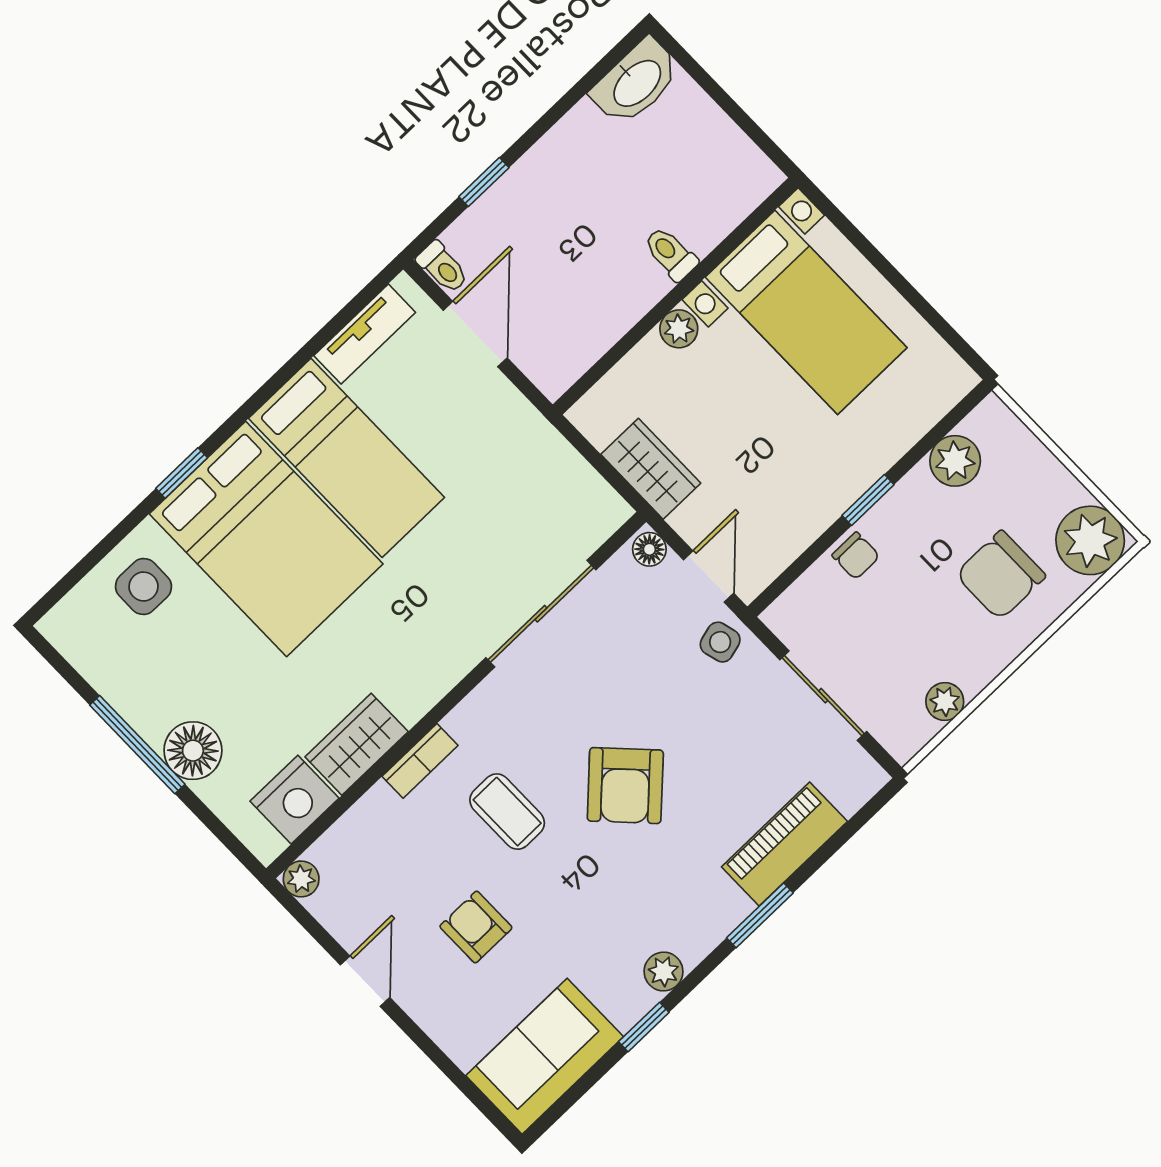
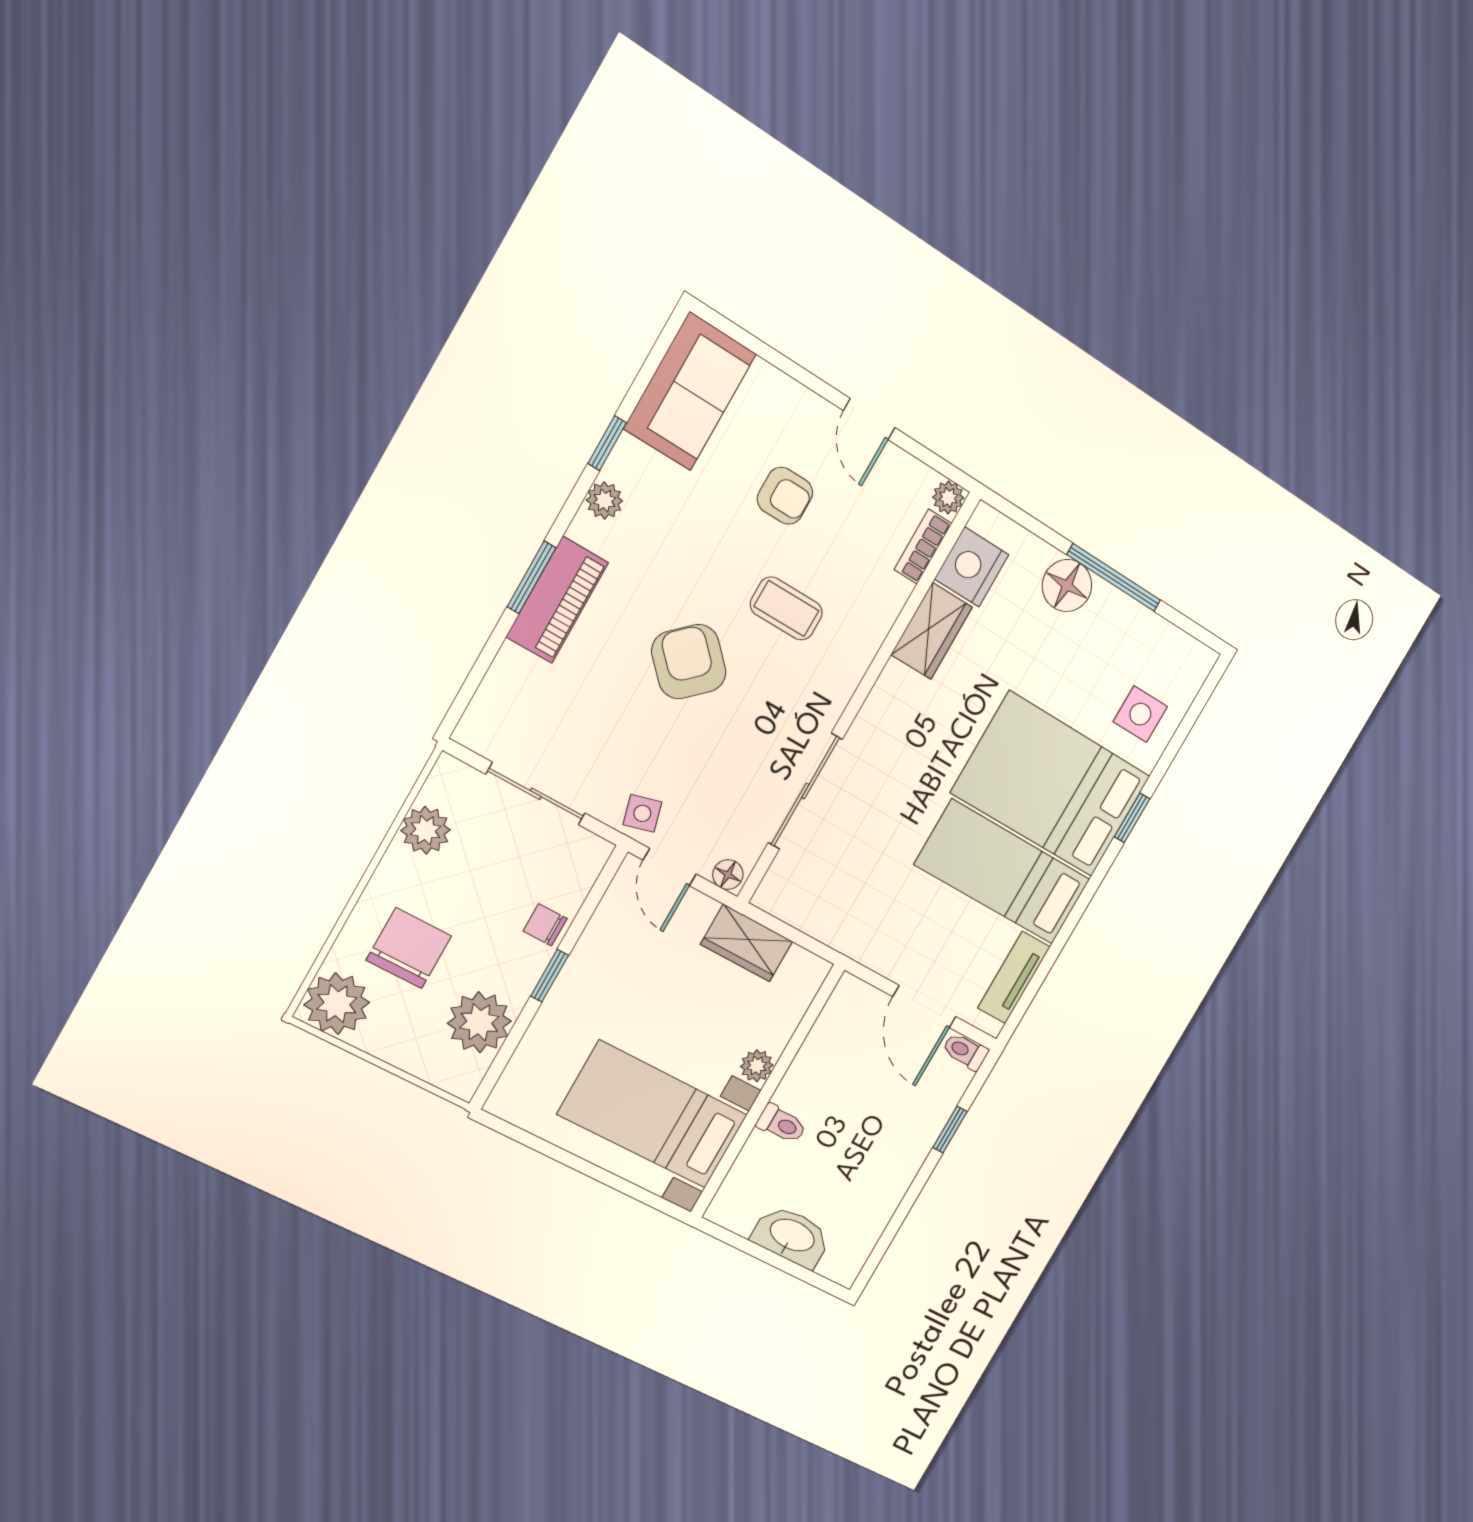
washbasin: (636, 82) -> (792, 1236), moved, turned 90
plant: (955, 461) -> (479, 1022), width x1.36, depth x1.36
plant: (945, 701) -> (426, 830), width x1.38, depth x1.38
bookcase: (420, 761) -> (923, 546), moved
piano: (784, 844) -> (557, 600), moved

